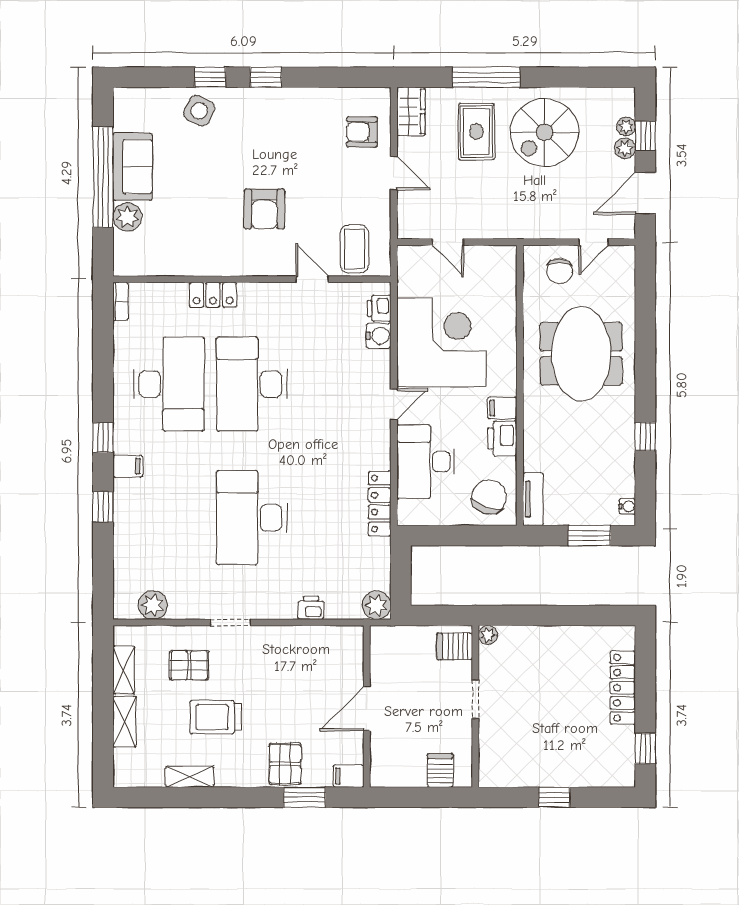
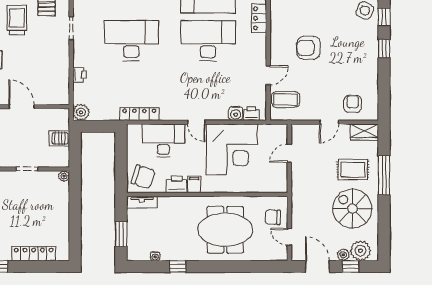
plant: (626, 126) -> (361, 251), width x1.88, depth x1.88
water cooler: (627, 506) -> (155, 256), moved
server rack: (455, 646) -> (59, 138), moved, turned -90

